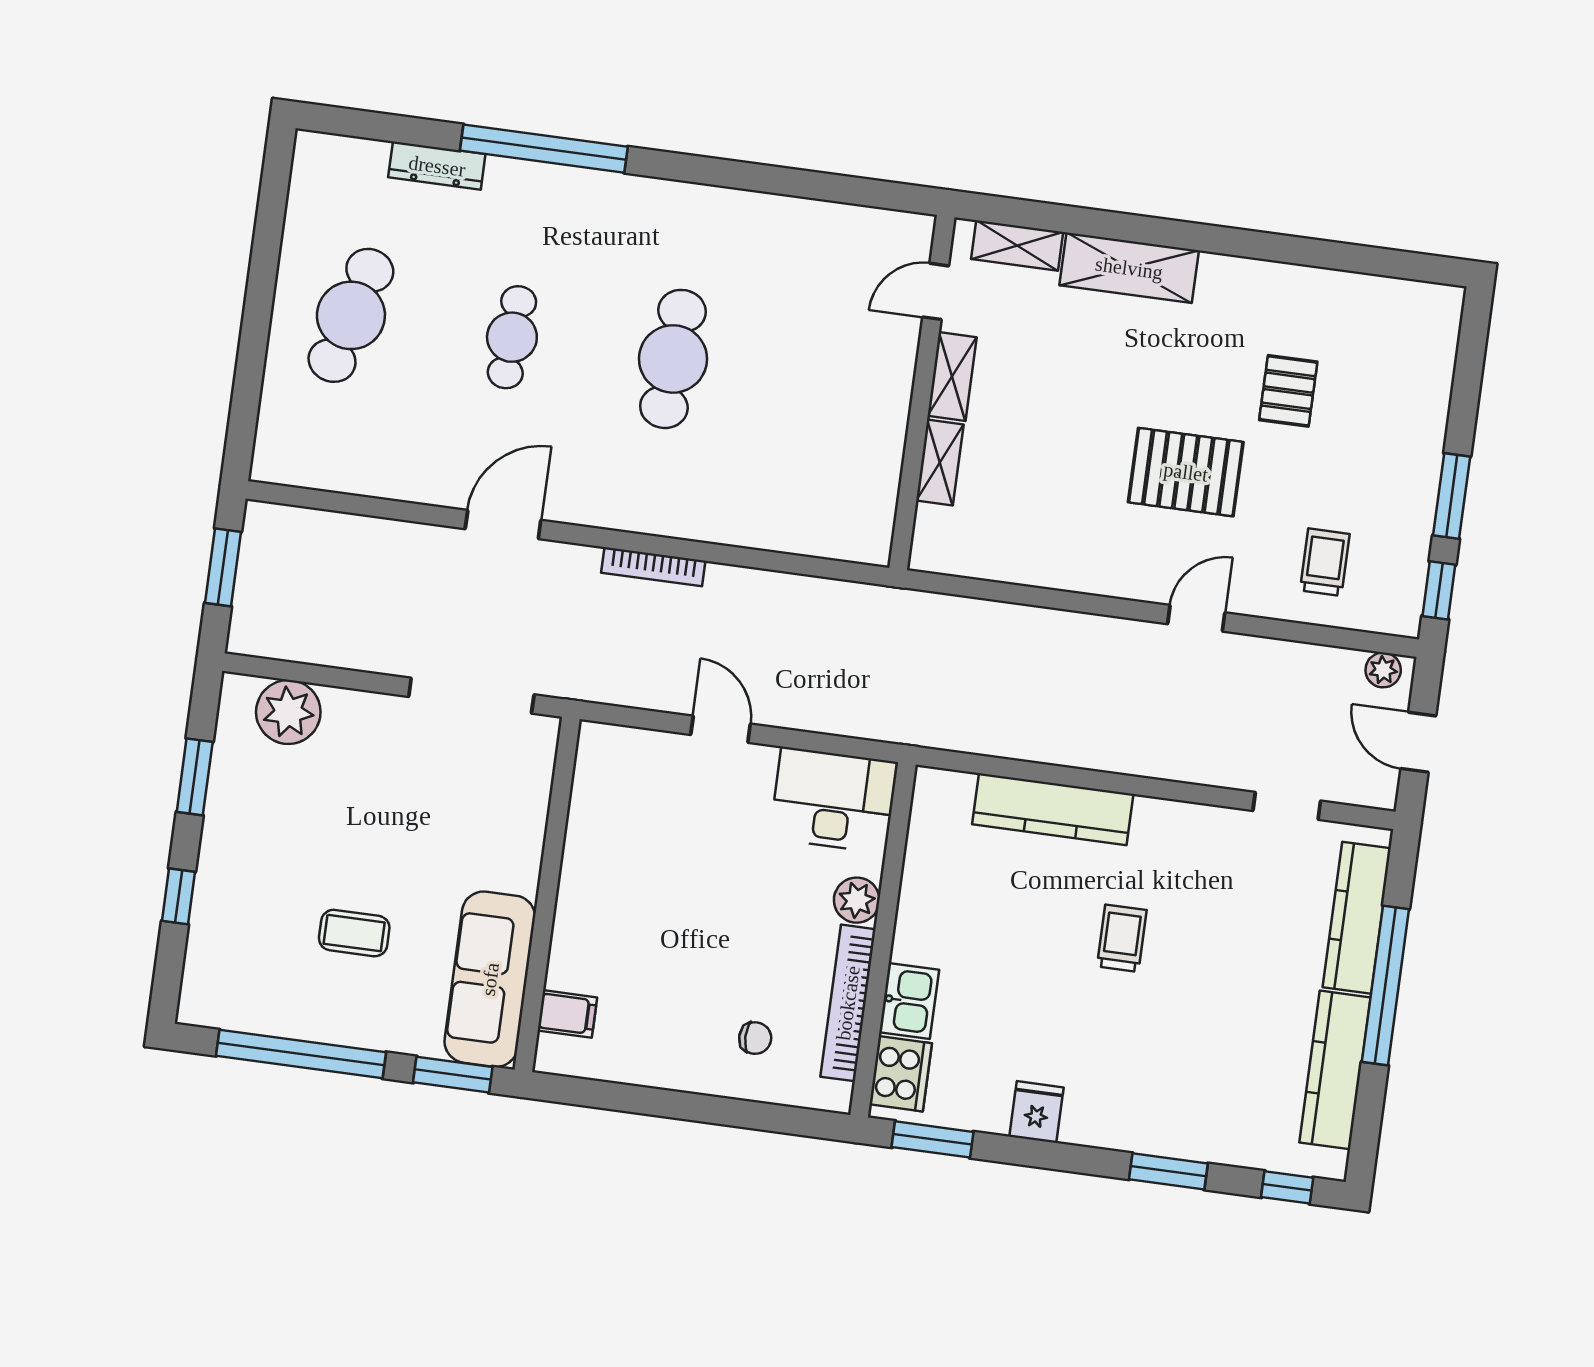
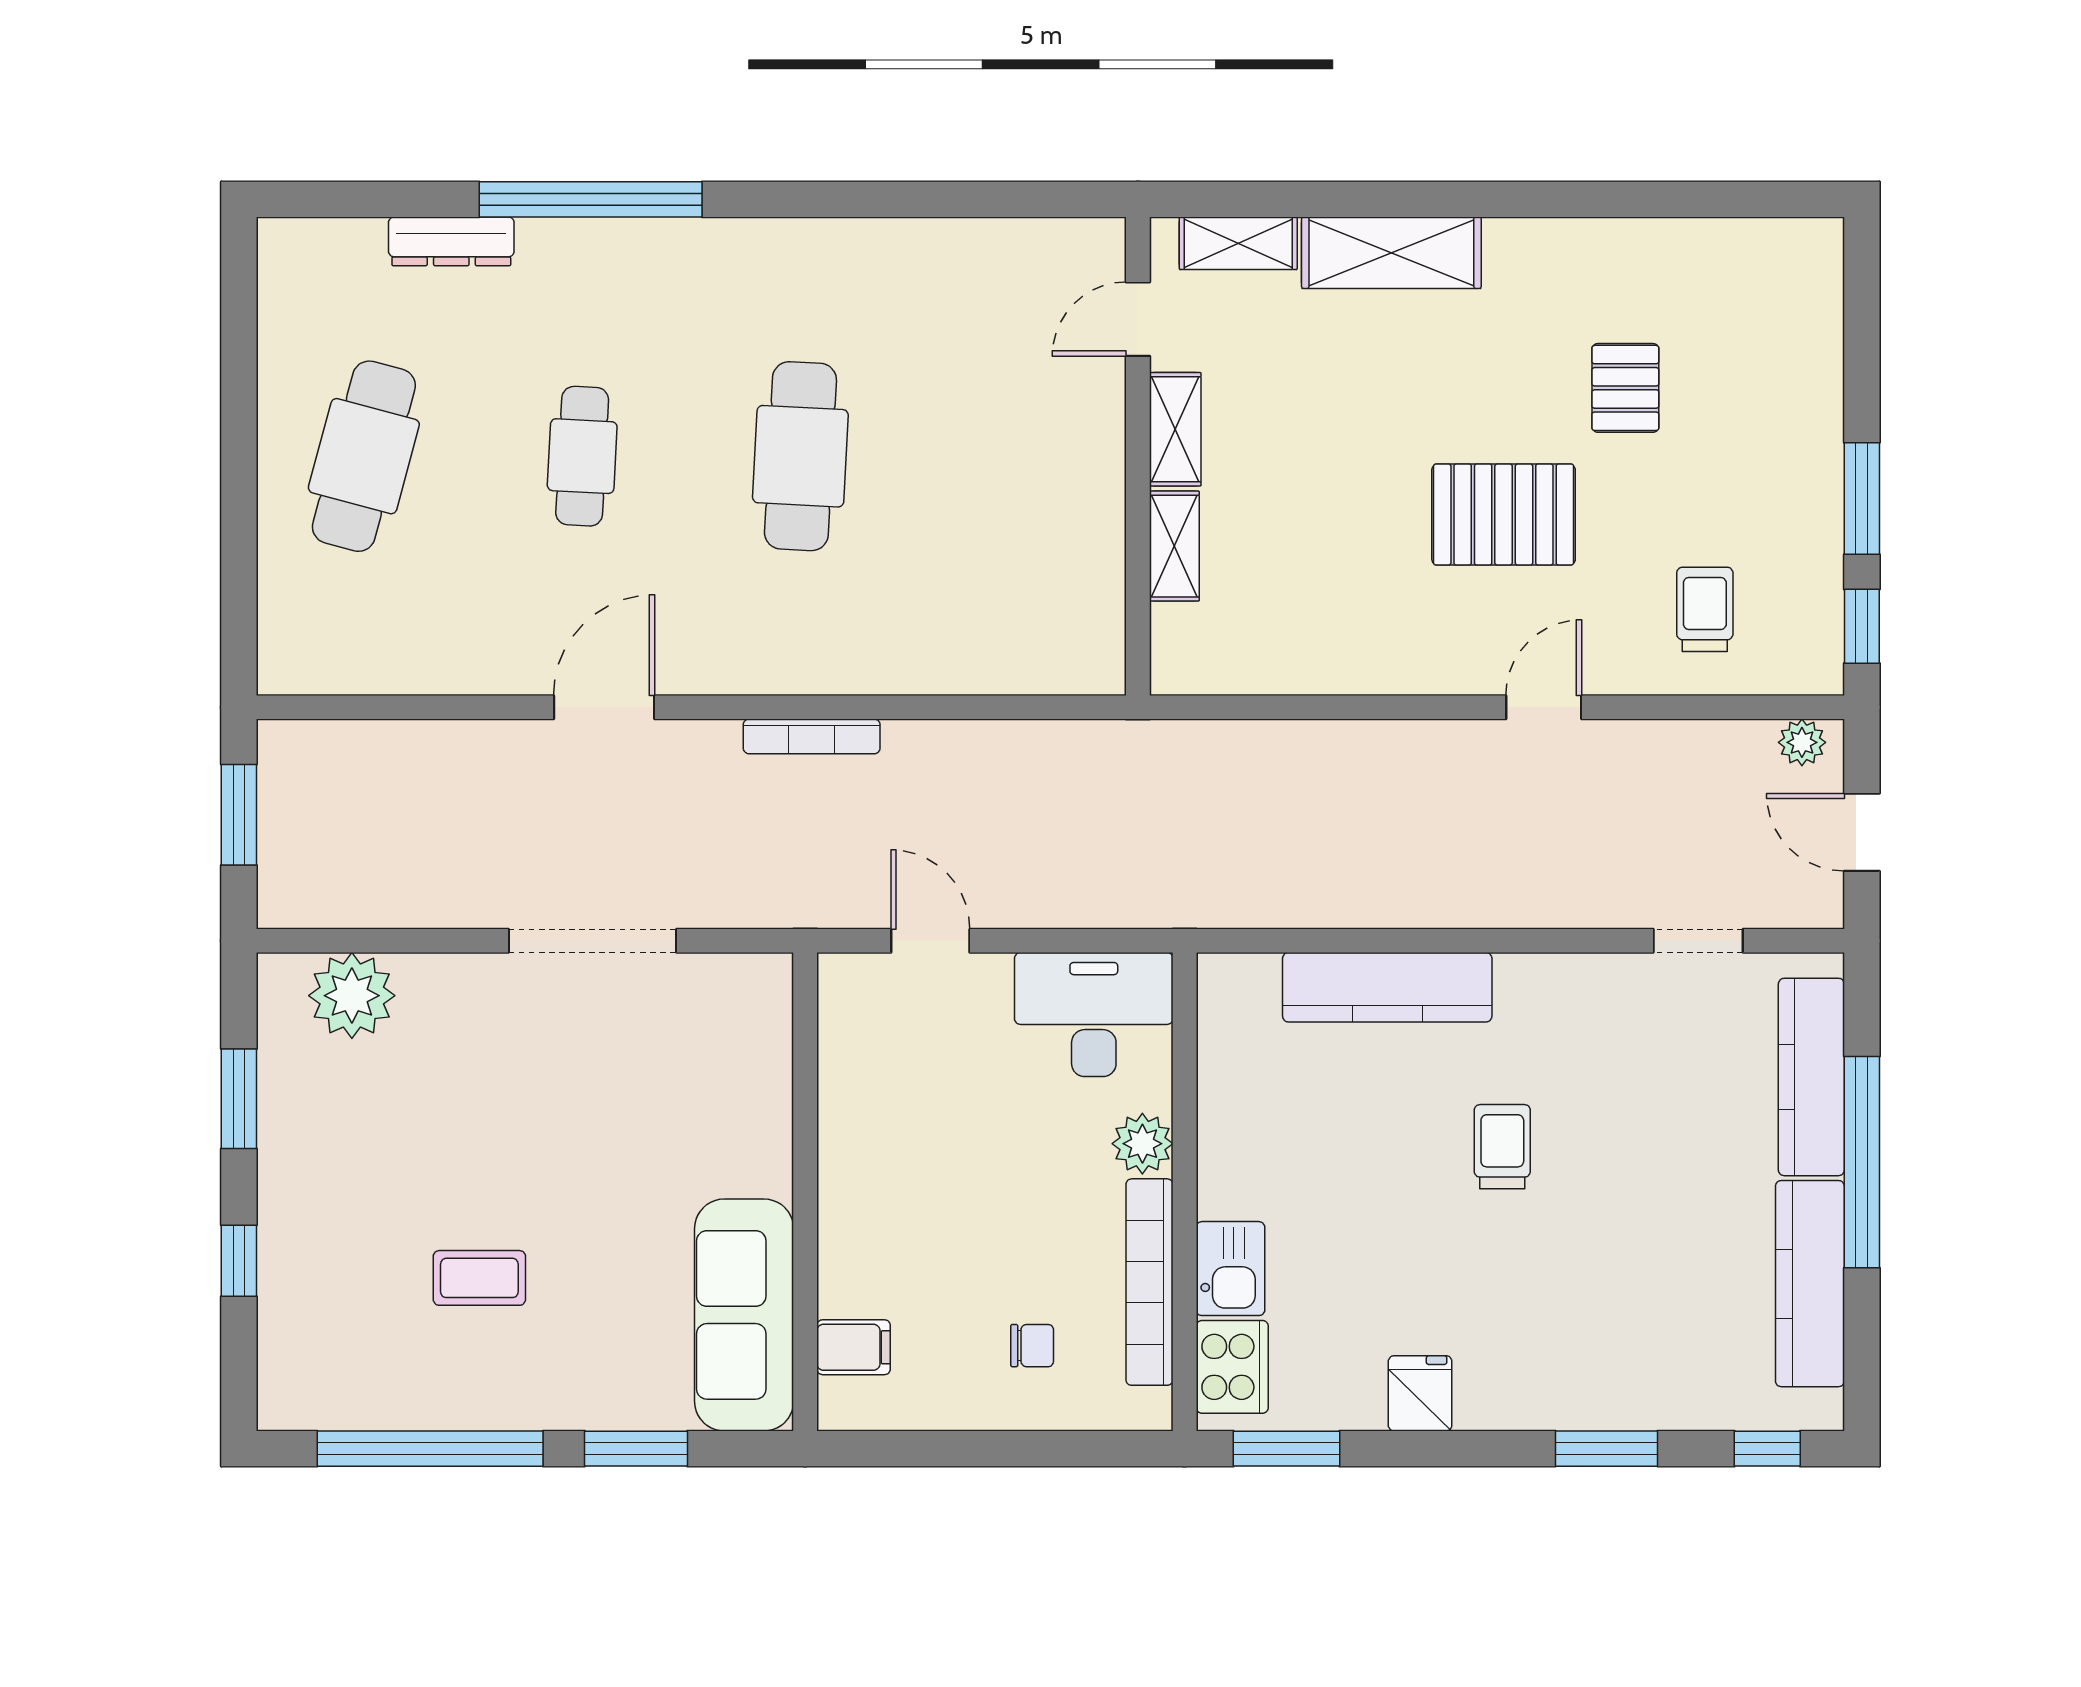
wall: (547, 894) -> (805, 1192), moved
sofa: (490, 979) -> (744, 1315), moved
filing cabinet: (567, 1014) -> (854, 1347), moved

